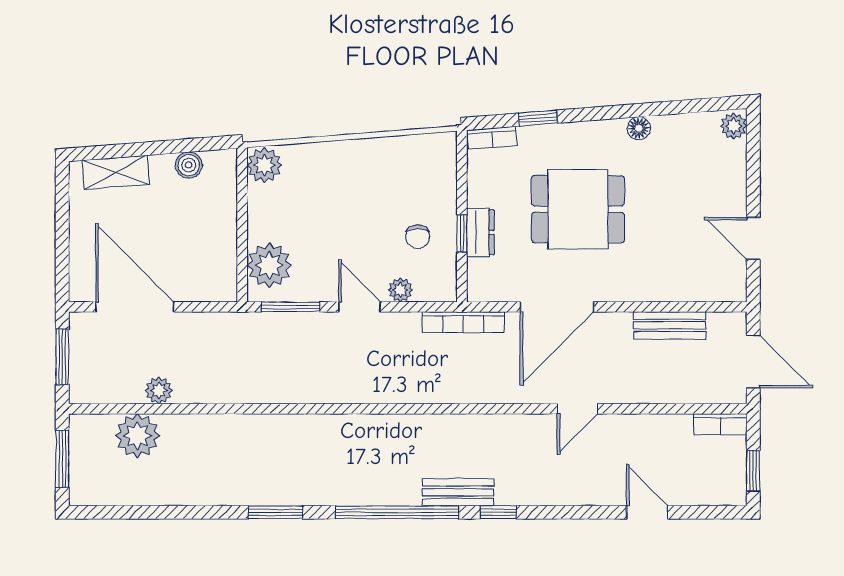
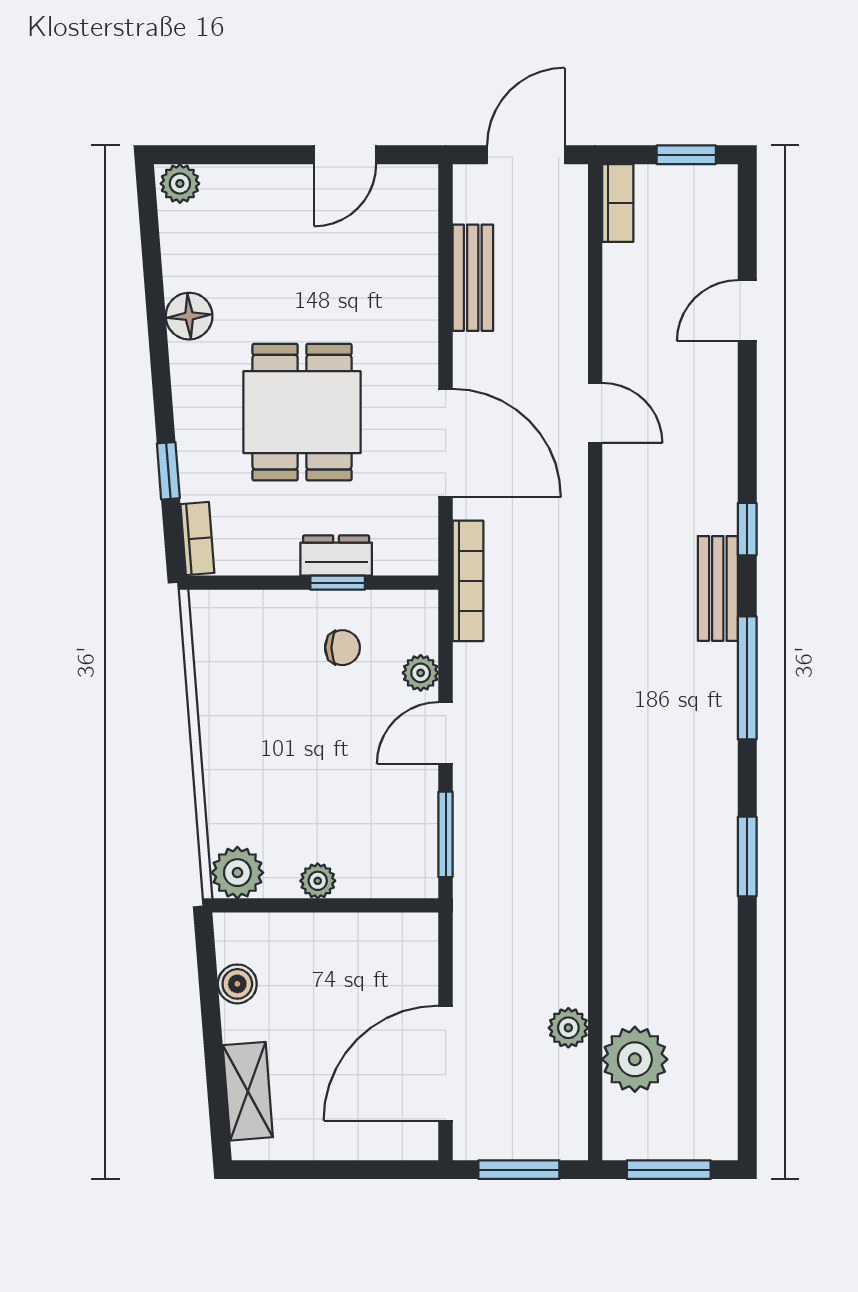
floor lamp: (639, 128) -> (189, 316), width x1.37, depth x1.37
plant: (269, 265) -> (318, 881), moved, width x0.53, depth x0.53
window: (397, 512) -> (747, 678), width x0.68

